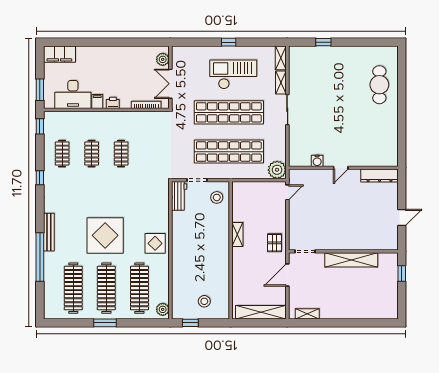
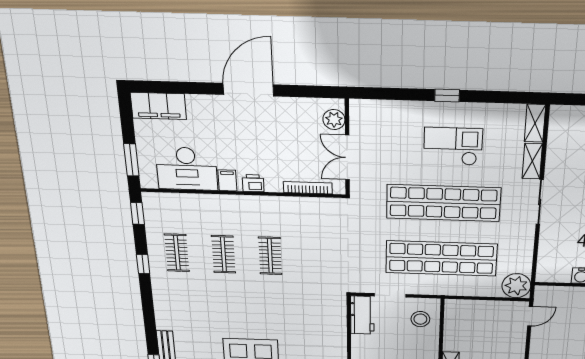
door: (113, 42) -> (248, 90), added
checkout: (233, 74) -> (453, 146), width x0.73, depth x0.83
window: (40, 178) -> (143, 264), moved

